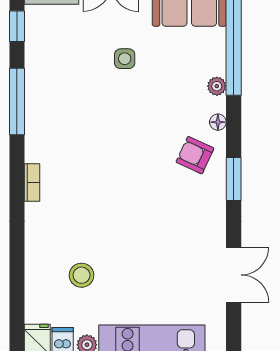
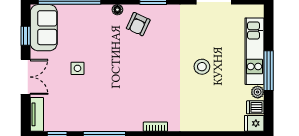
plant: (217, 86) -> (95, 10), removed
stool: (82, 275) -> (202, 67), moved

